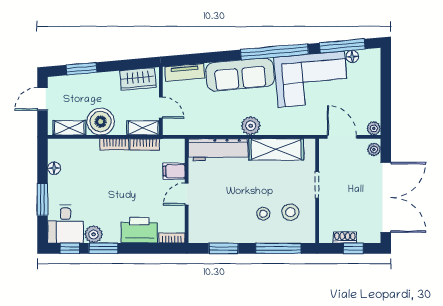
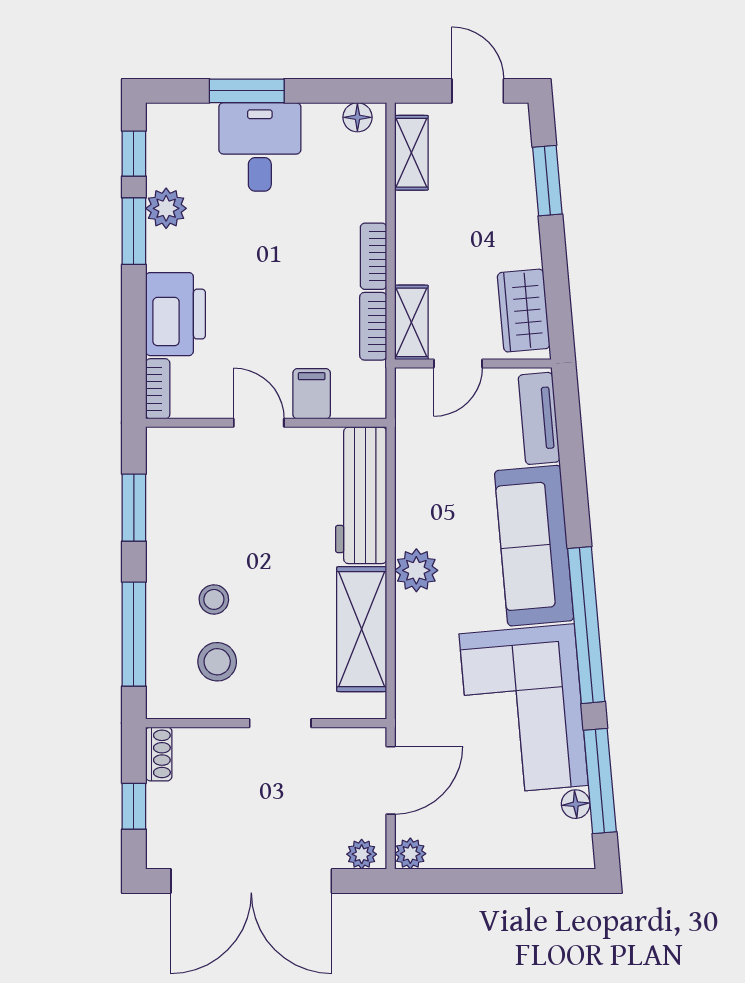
boiler: (101, 122) -> (426, 225), removed
floor lamp: (54, 168) -> (357, 117), moved
desk: (65, 224) -> (260, 147), moved, turned 90
shoe rack: (345, 238) -> (159, 754), moved

